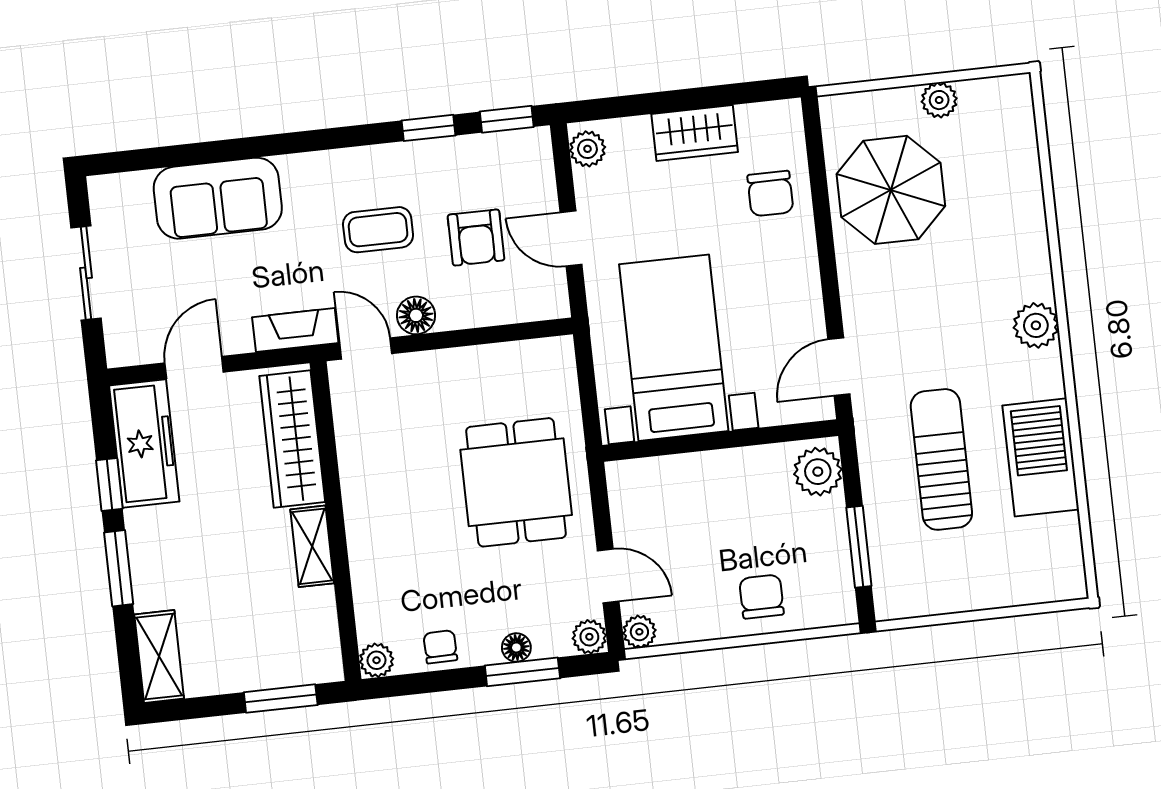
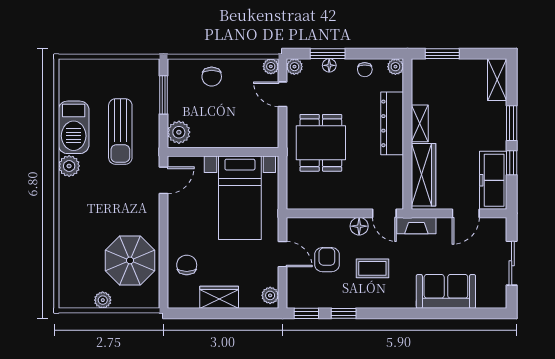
plant: (1036, 325) -> (69, 166), moved
dresser: (370, 540) -> (392, 123), added

